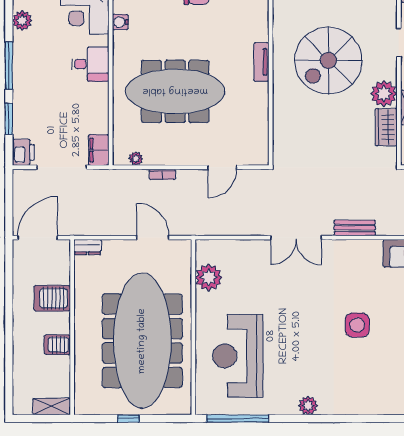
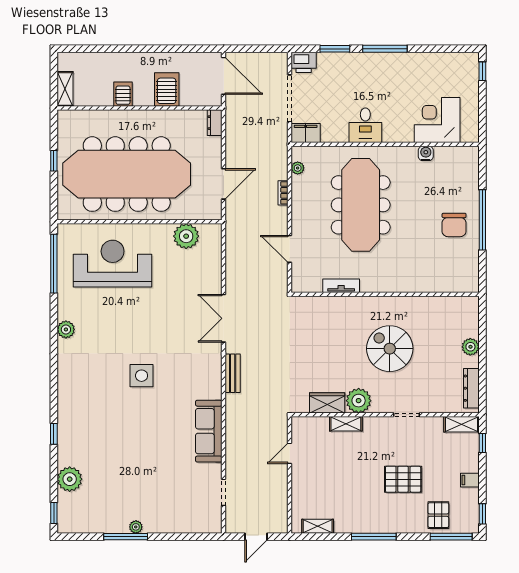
plant: (22, 20) -> (427, 61), removed
spiral stairs: (328, 60) -> (390, 349), width x0.73, depth x0.73
tv unit: (261, 62) -> (341, 286), moved
desk: (90, 64) -> (365, 125), moved

